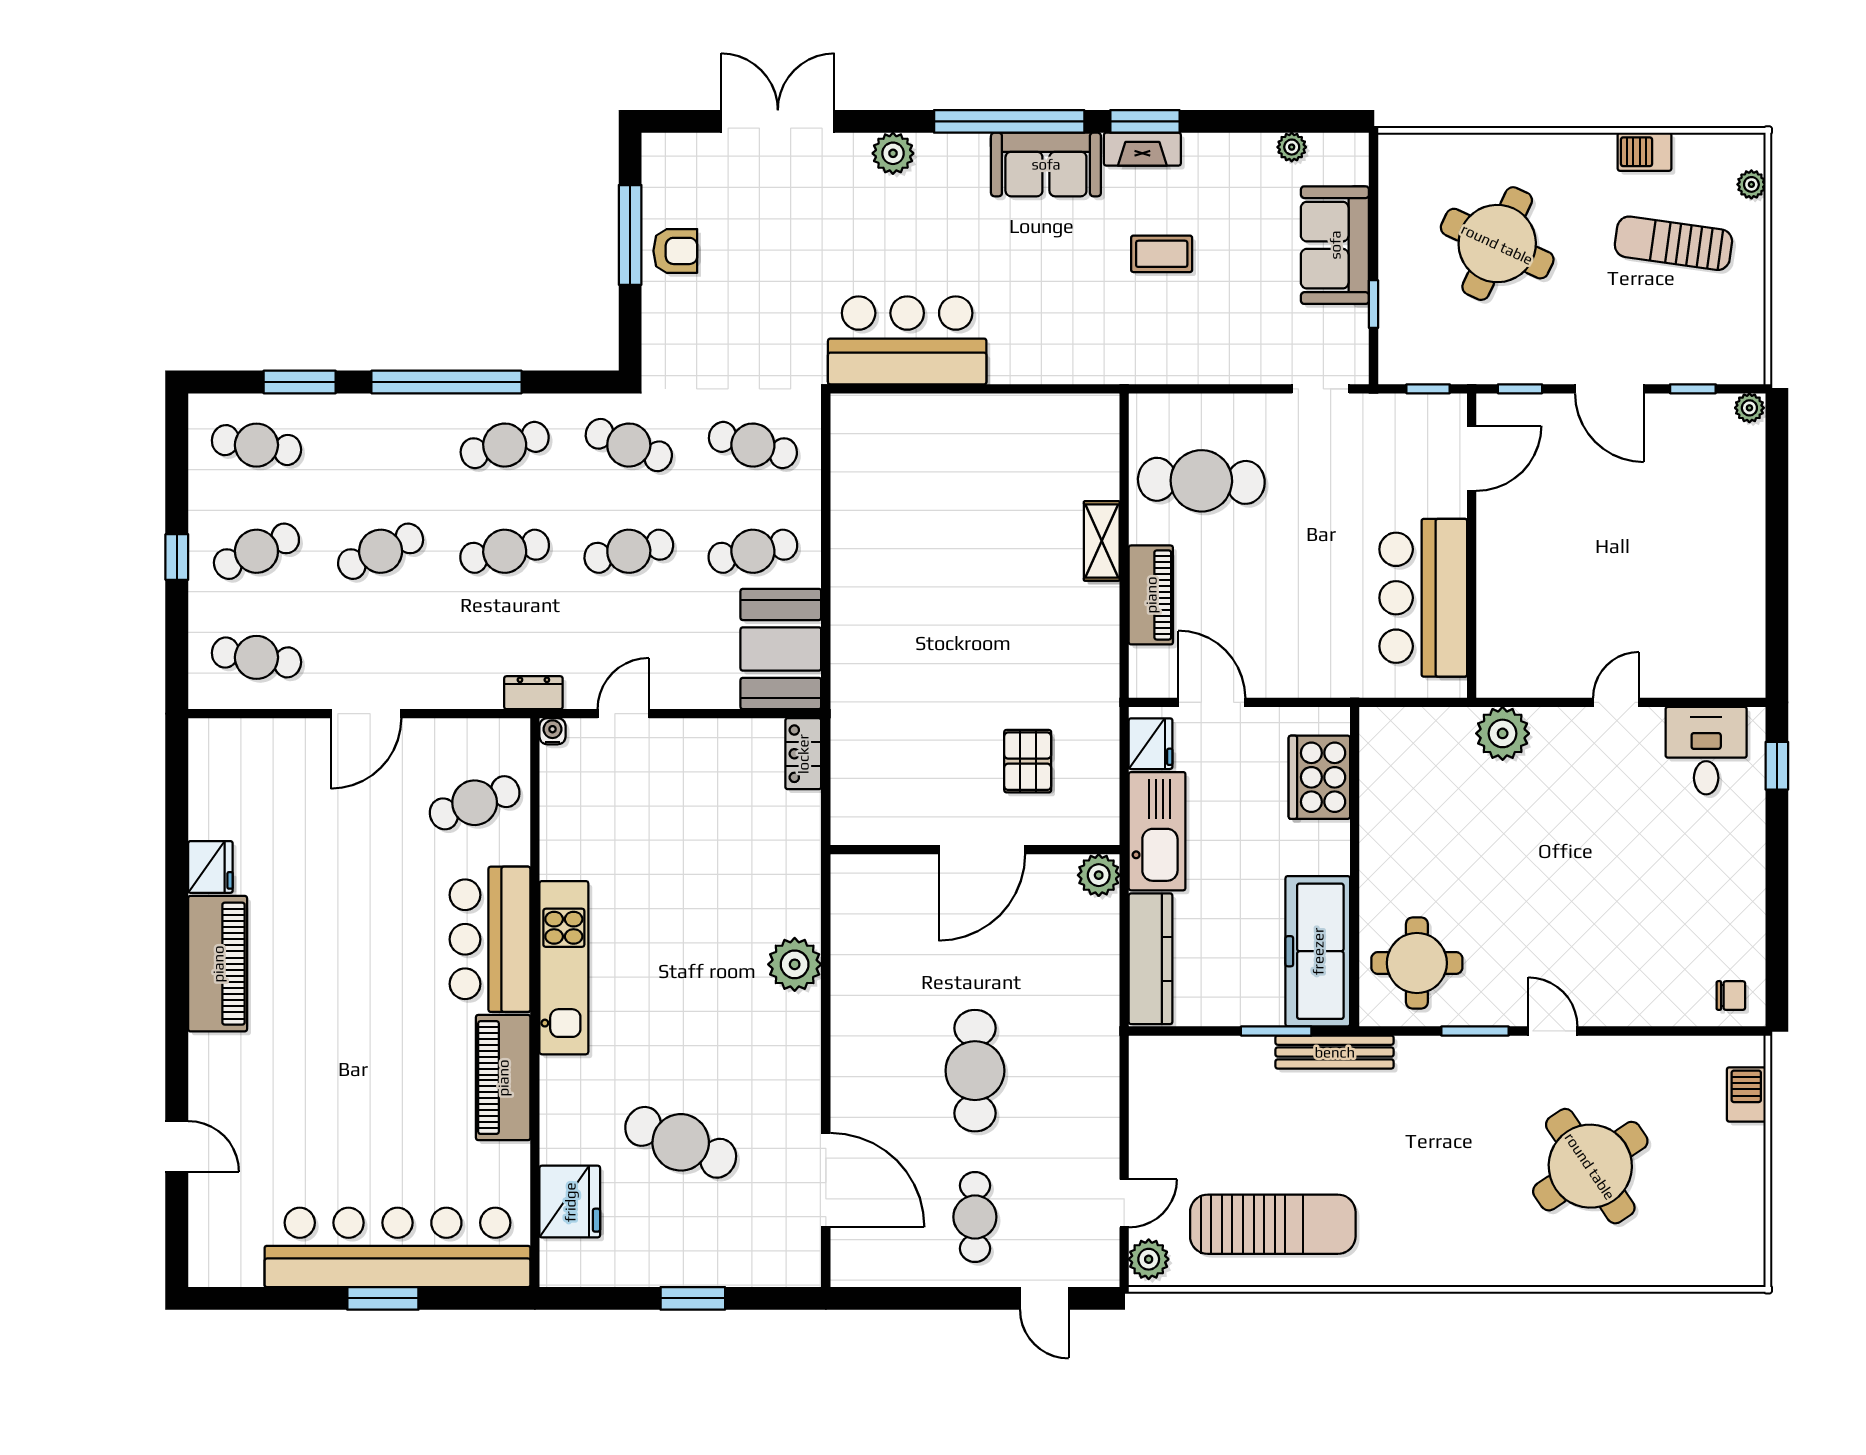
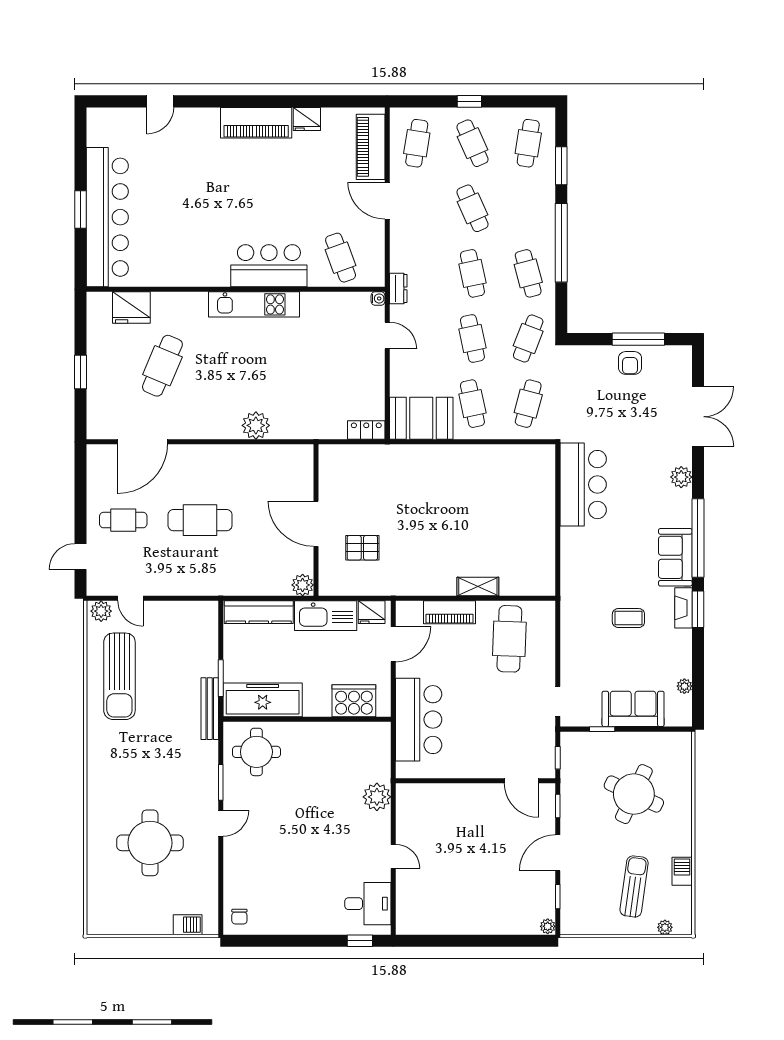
coffee table: (1162, 254) -> (628, 618), turned 90
bar counter: (1423, 598) -> (419, 720), moved, turned 90
piano: (503, 1078) -> (371, 147), moved, turned -90
round table: (1590, 1166) -> (150, 843), turned 34

